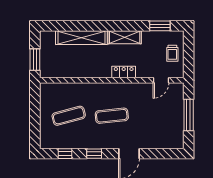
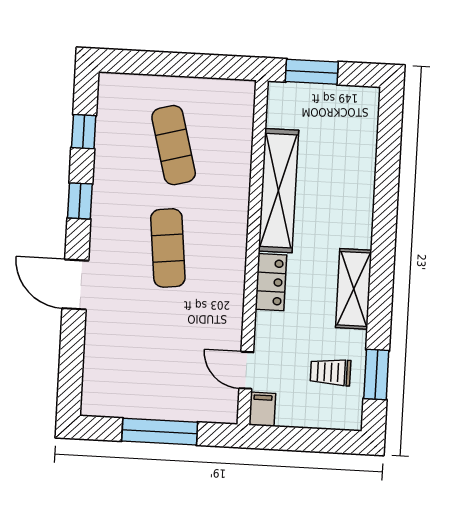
shelving: (81, 38) -> (278, 191), moved
trolley: (172, 53) -> (330, 372), moved
filing cabinet: (177, 73) -> (262, 409), added

